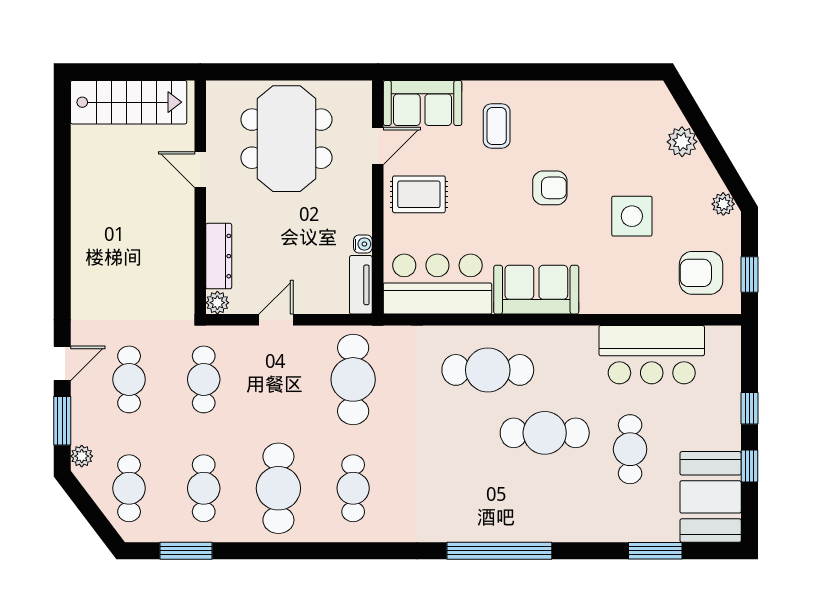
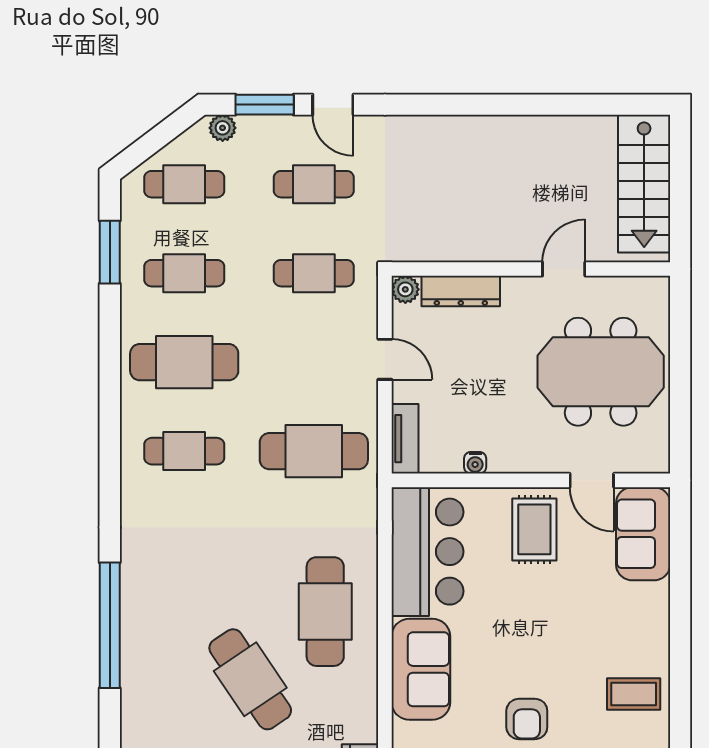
coffee table: (497, 126) -> (634, 694), moved
armchair: (550, 188) -> (527, 719), moved
tv unit: (361, 285) -> (405, 439), moved, turned 90
cafe table: (545, 433) -> (250, 679), turned -34

